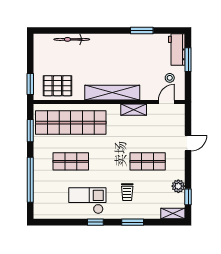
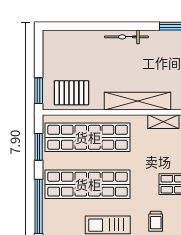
bicycle: (72, 39) -> (127, 37), moved
shop shelf: (71, 161) -> (88, 184), width x2.00, depth x1.36

